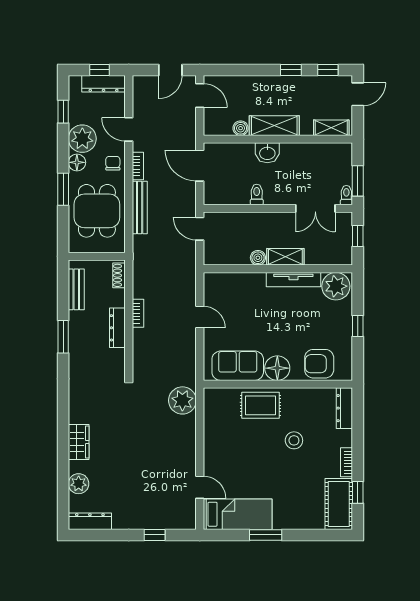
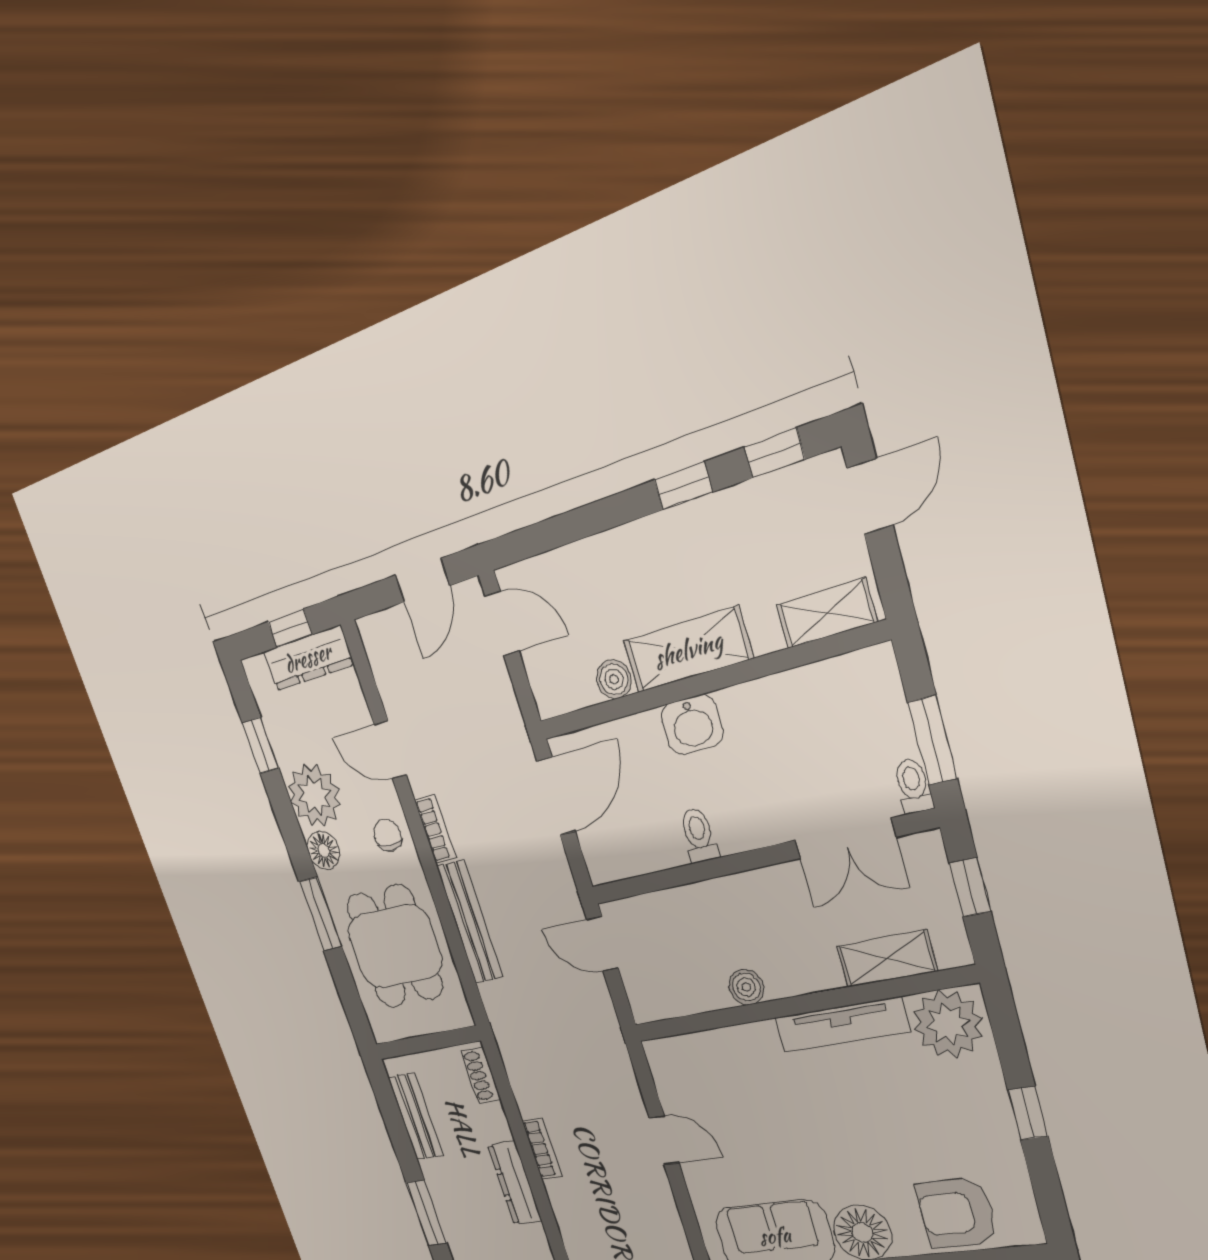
door: (200, 166) -> (556, 796), swing flipped
shelving: (285, 257) -> (887, 959), moved

